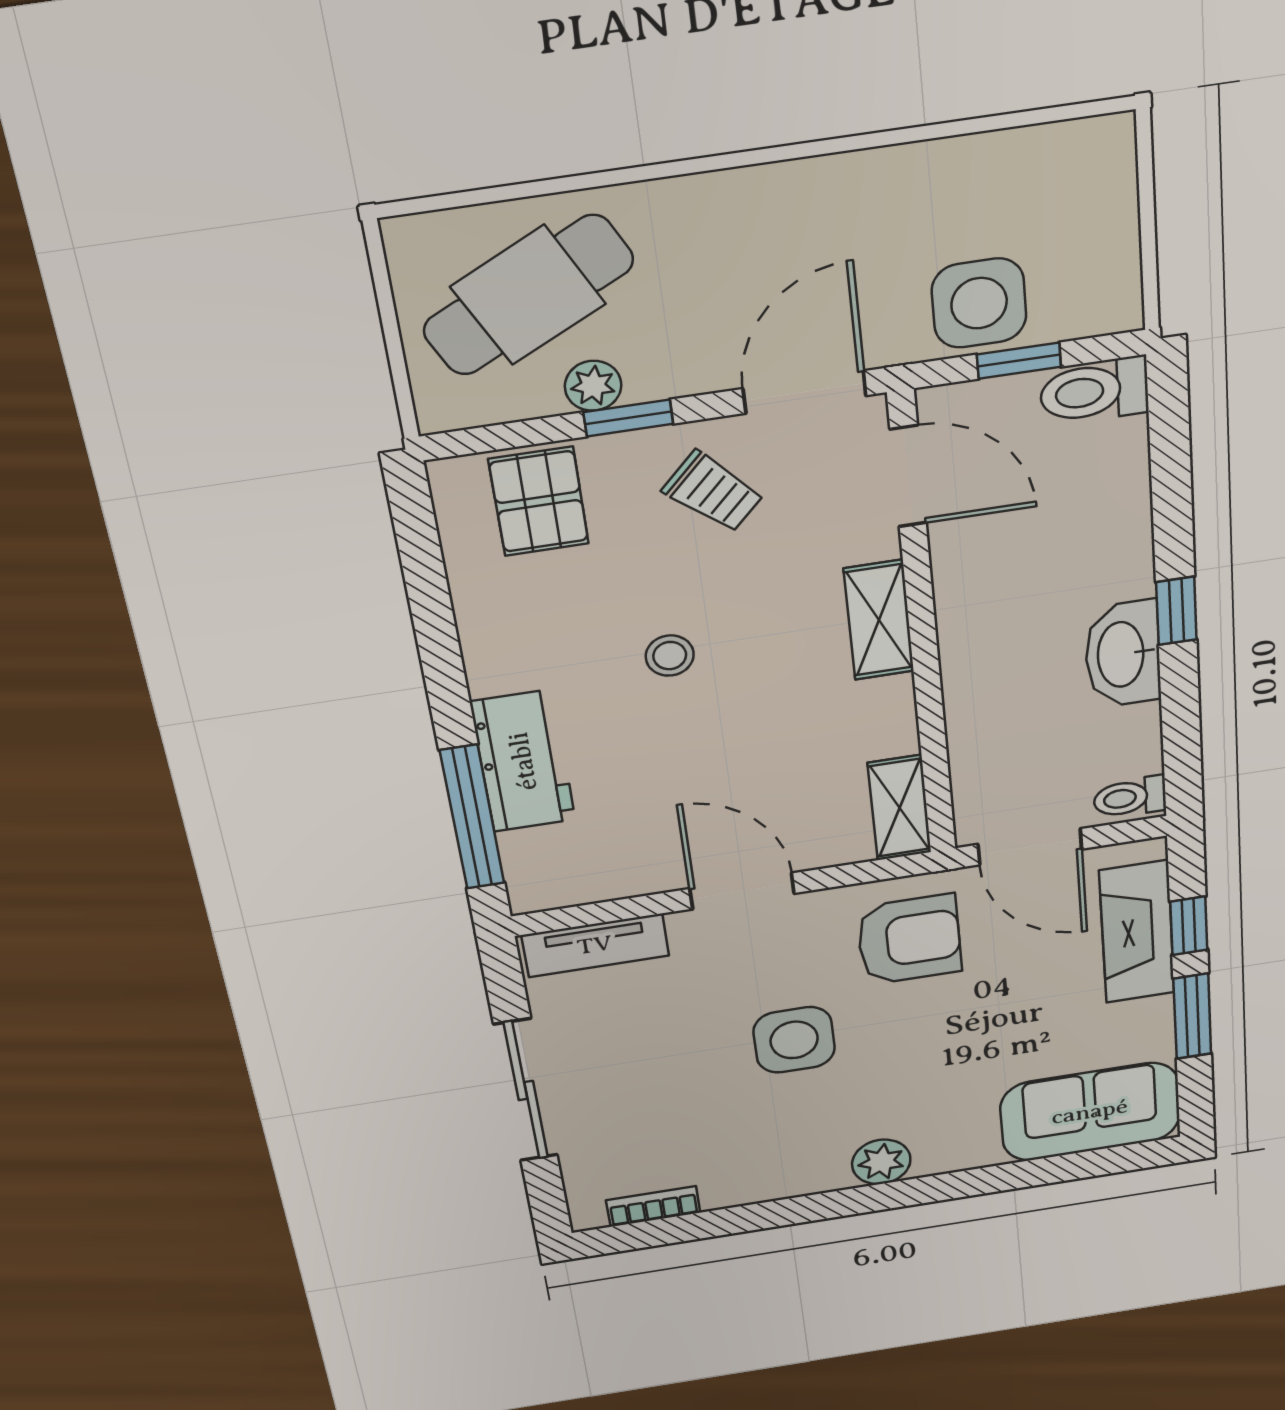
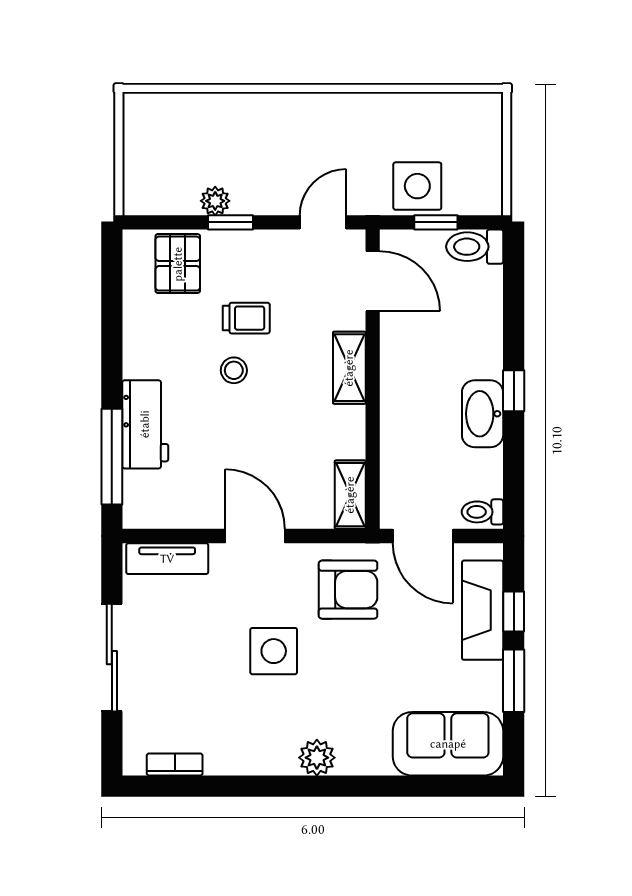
cafe table: (528, 295) -> (190, 145), removed
door: (805, 392) -> (323, 222), width x0.73
trolley: (713, 492) -> (246, 318), moved, turned -44

